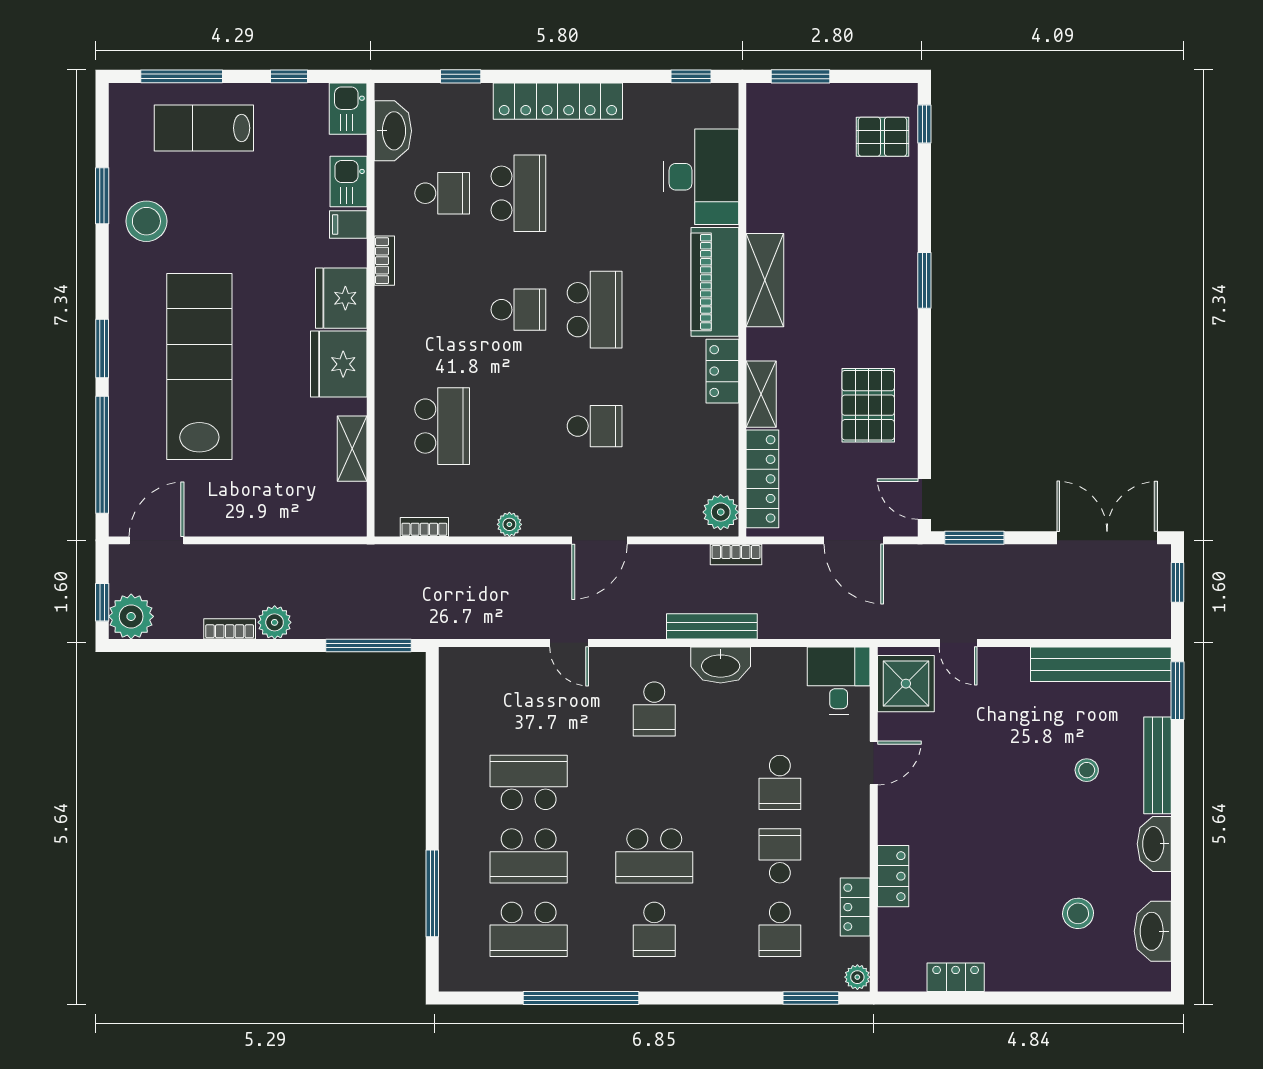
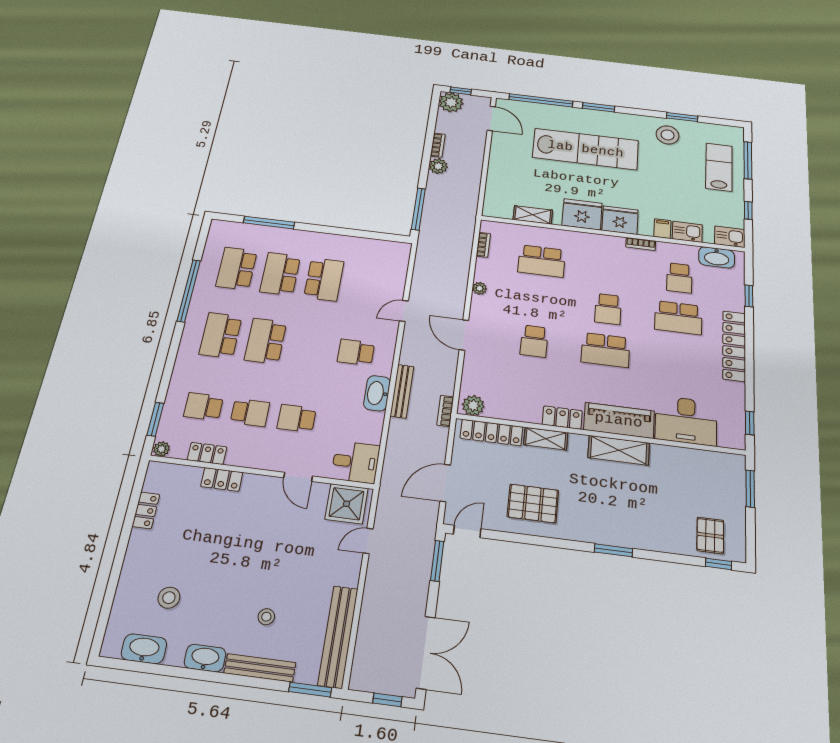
school desk: (654, 929) -> (221, 335), width x1.85

